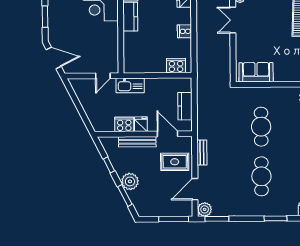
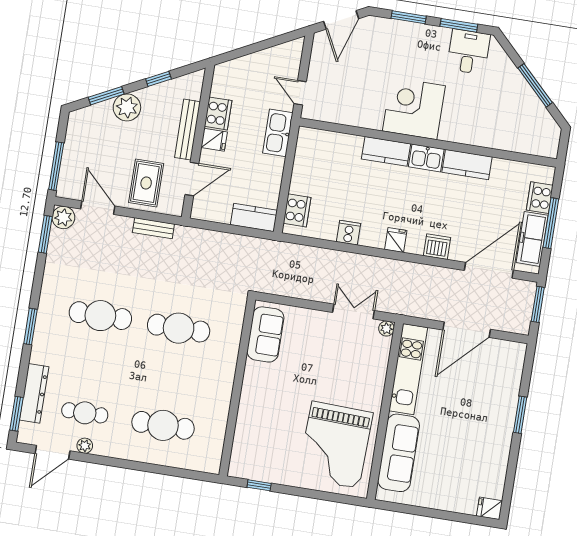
kitchen counter: (185, 106) -> (254, 217), moved

